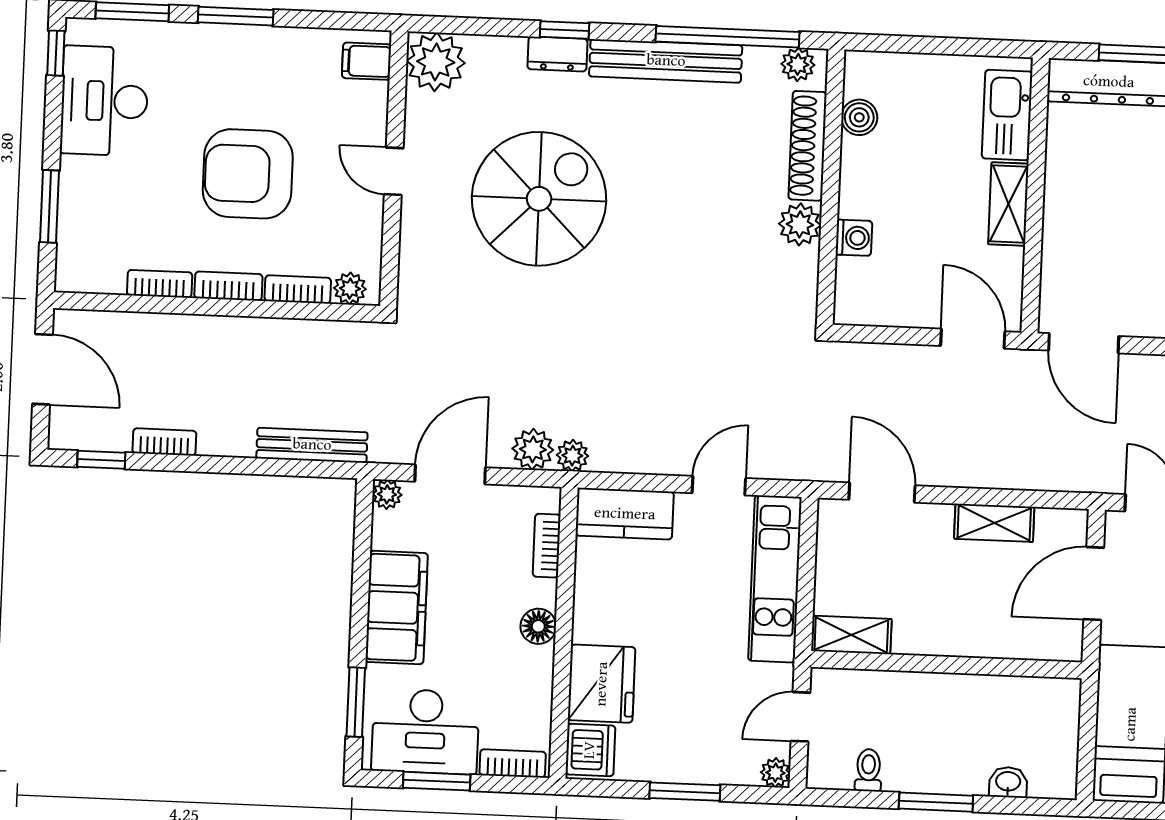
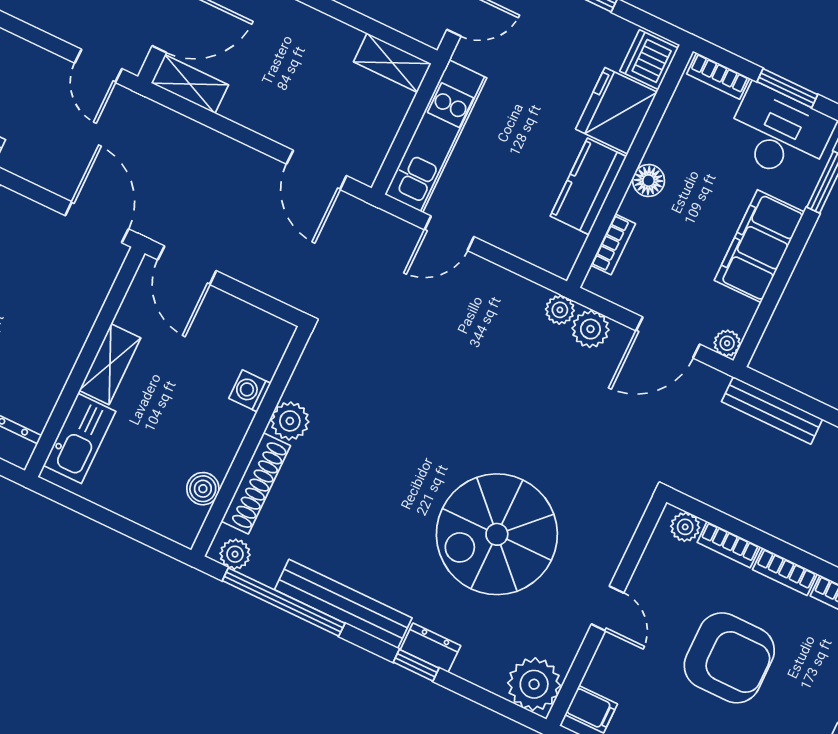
kitchen counter: (625, 514) -> (588, 186), moved, turned -90
shelving: (994, 523) -> (190, 84), moved

